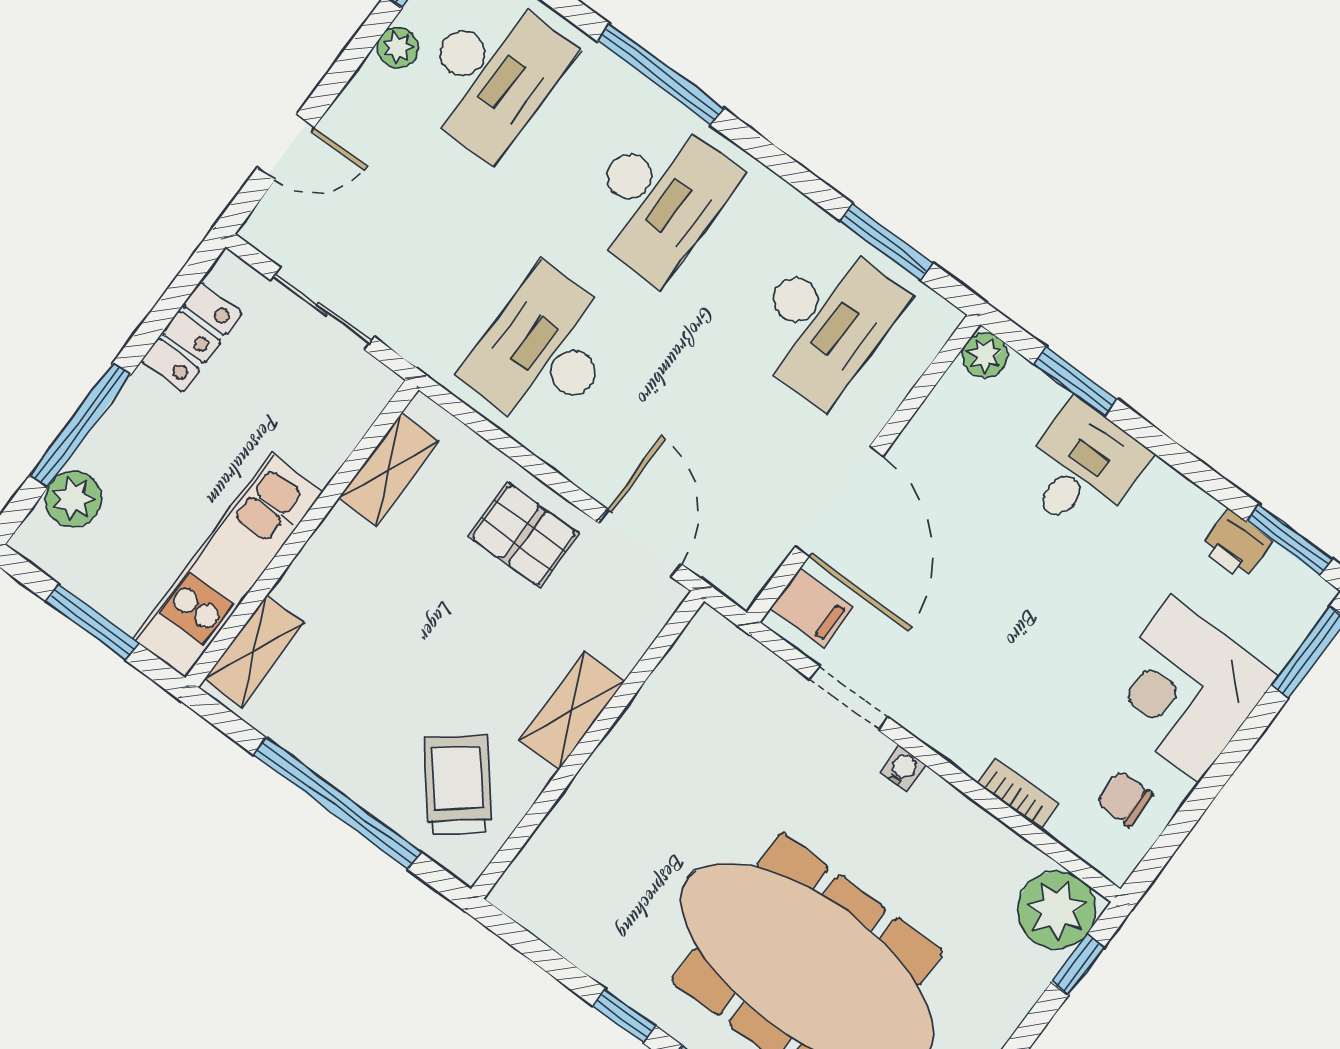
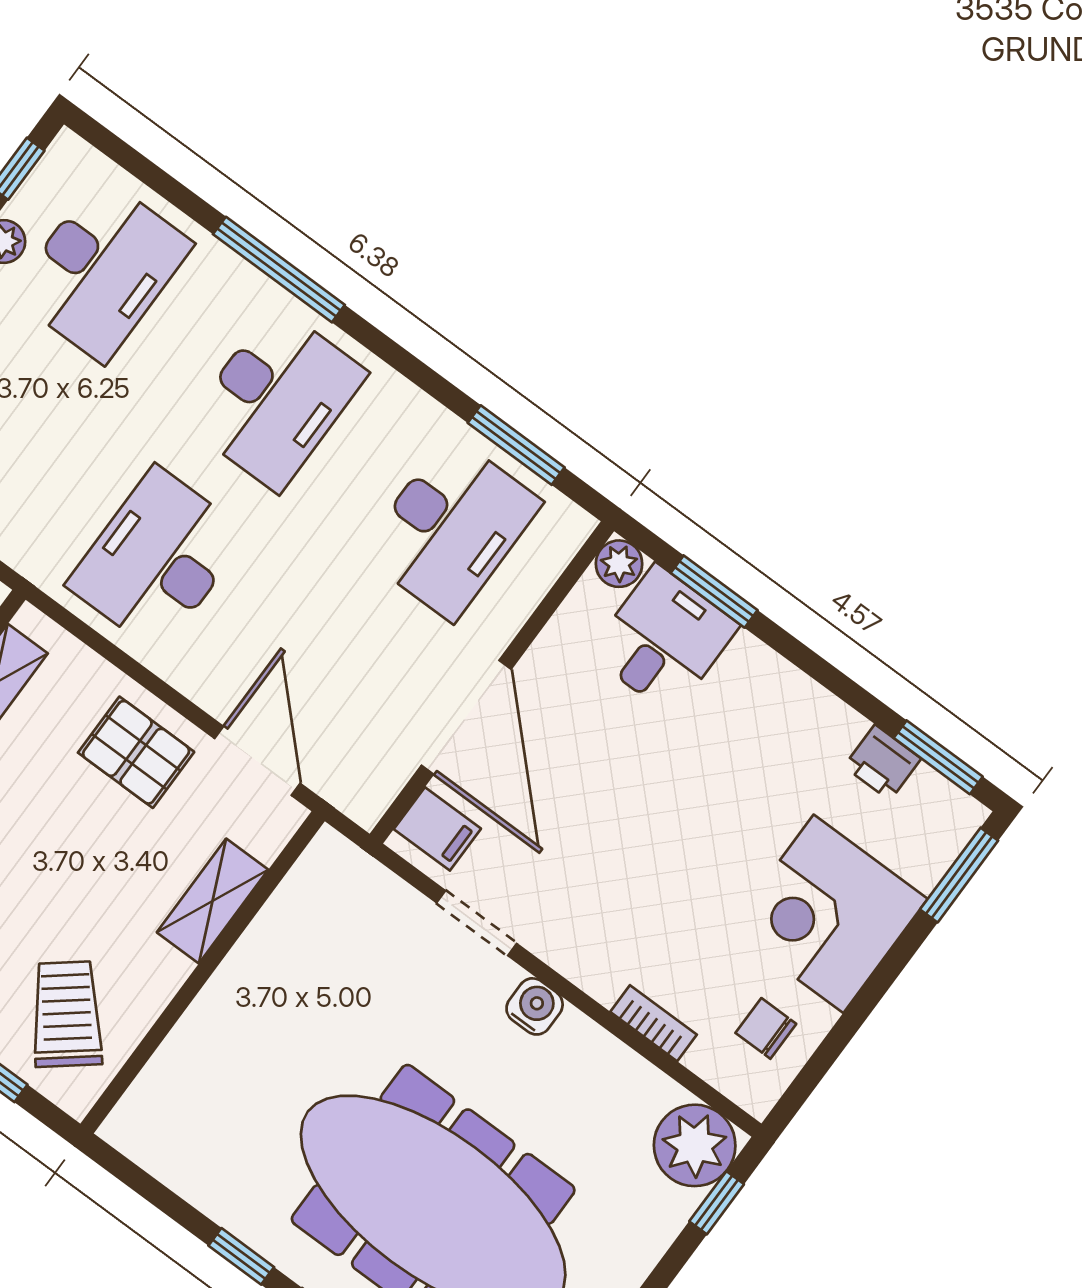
desk: (1082, 468) -> (664, 640), moved
shelving: (572, 711) -> (213, 901), moved
water cooler: (903, 769) -> (535, 1006), width x1.38, depth x1.38

